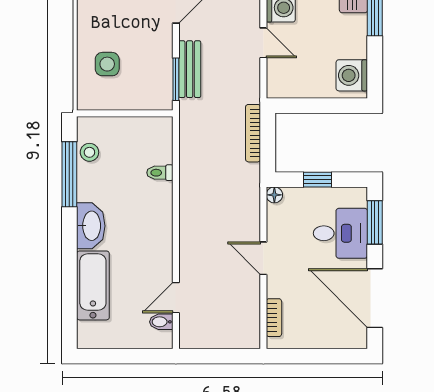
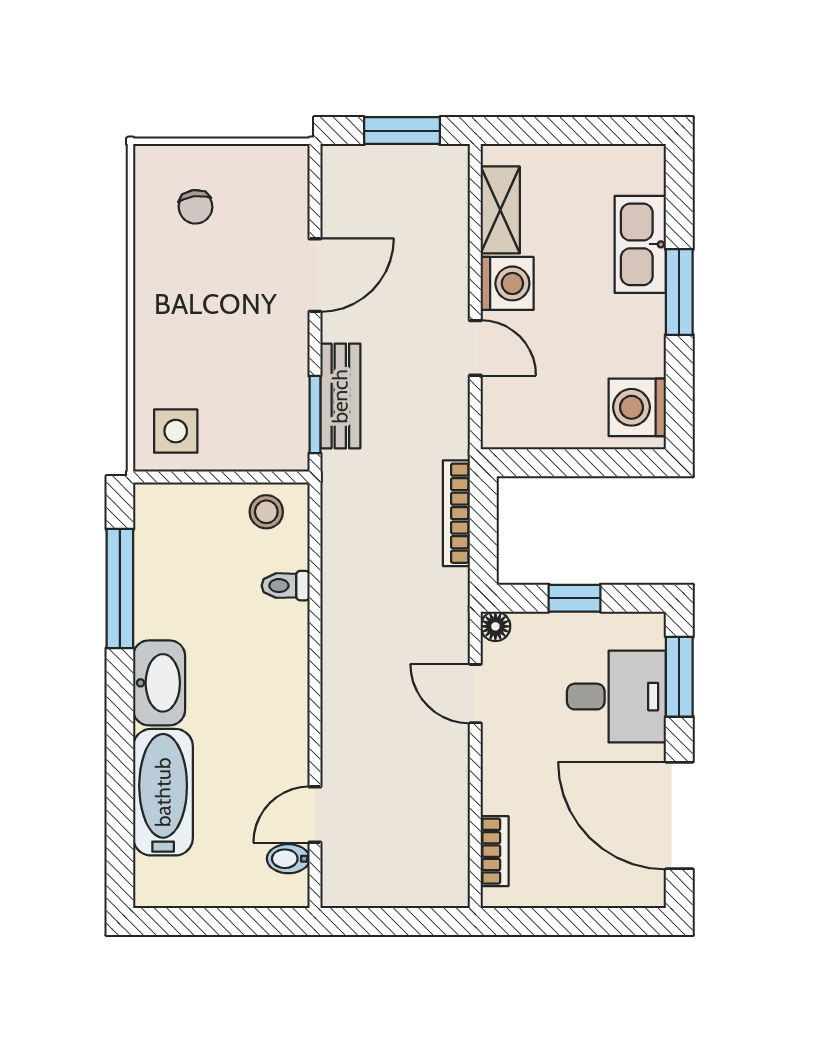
side table: (107, 64) -> (176, 431), moved
stool: (89, 152) -> (266, 512), moved
door: (263, 258) -> (475, 694), moved

